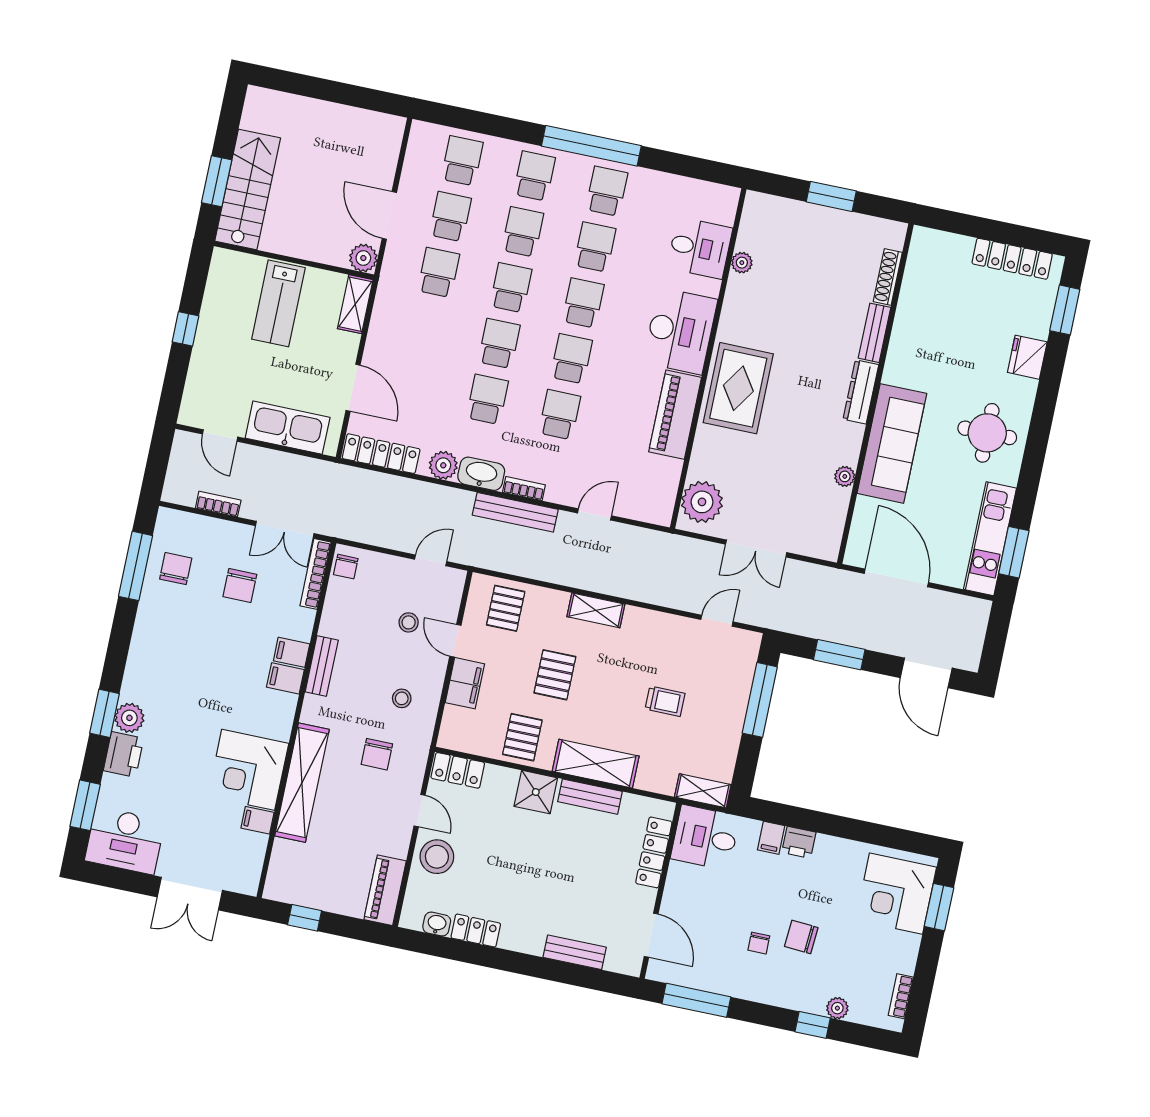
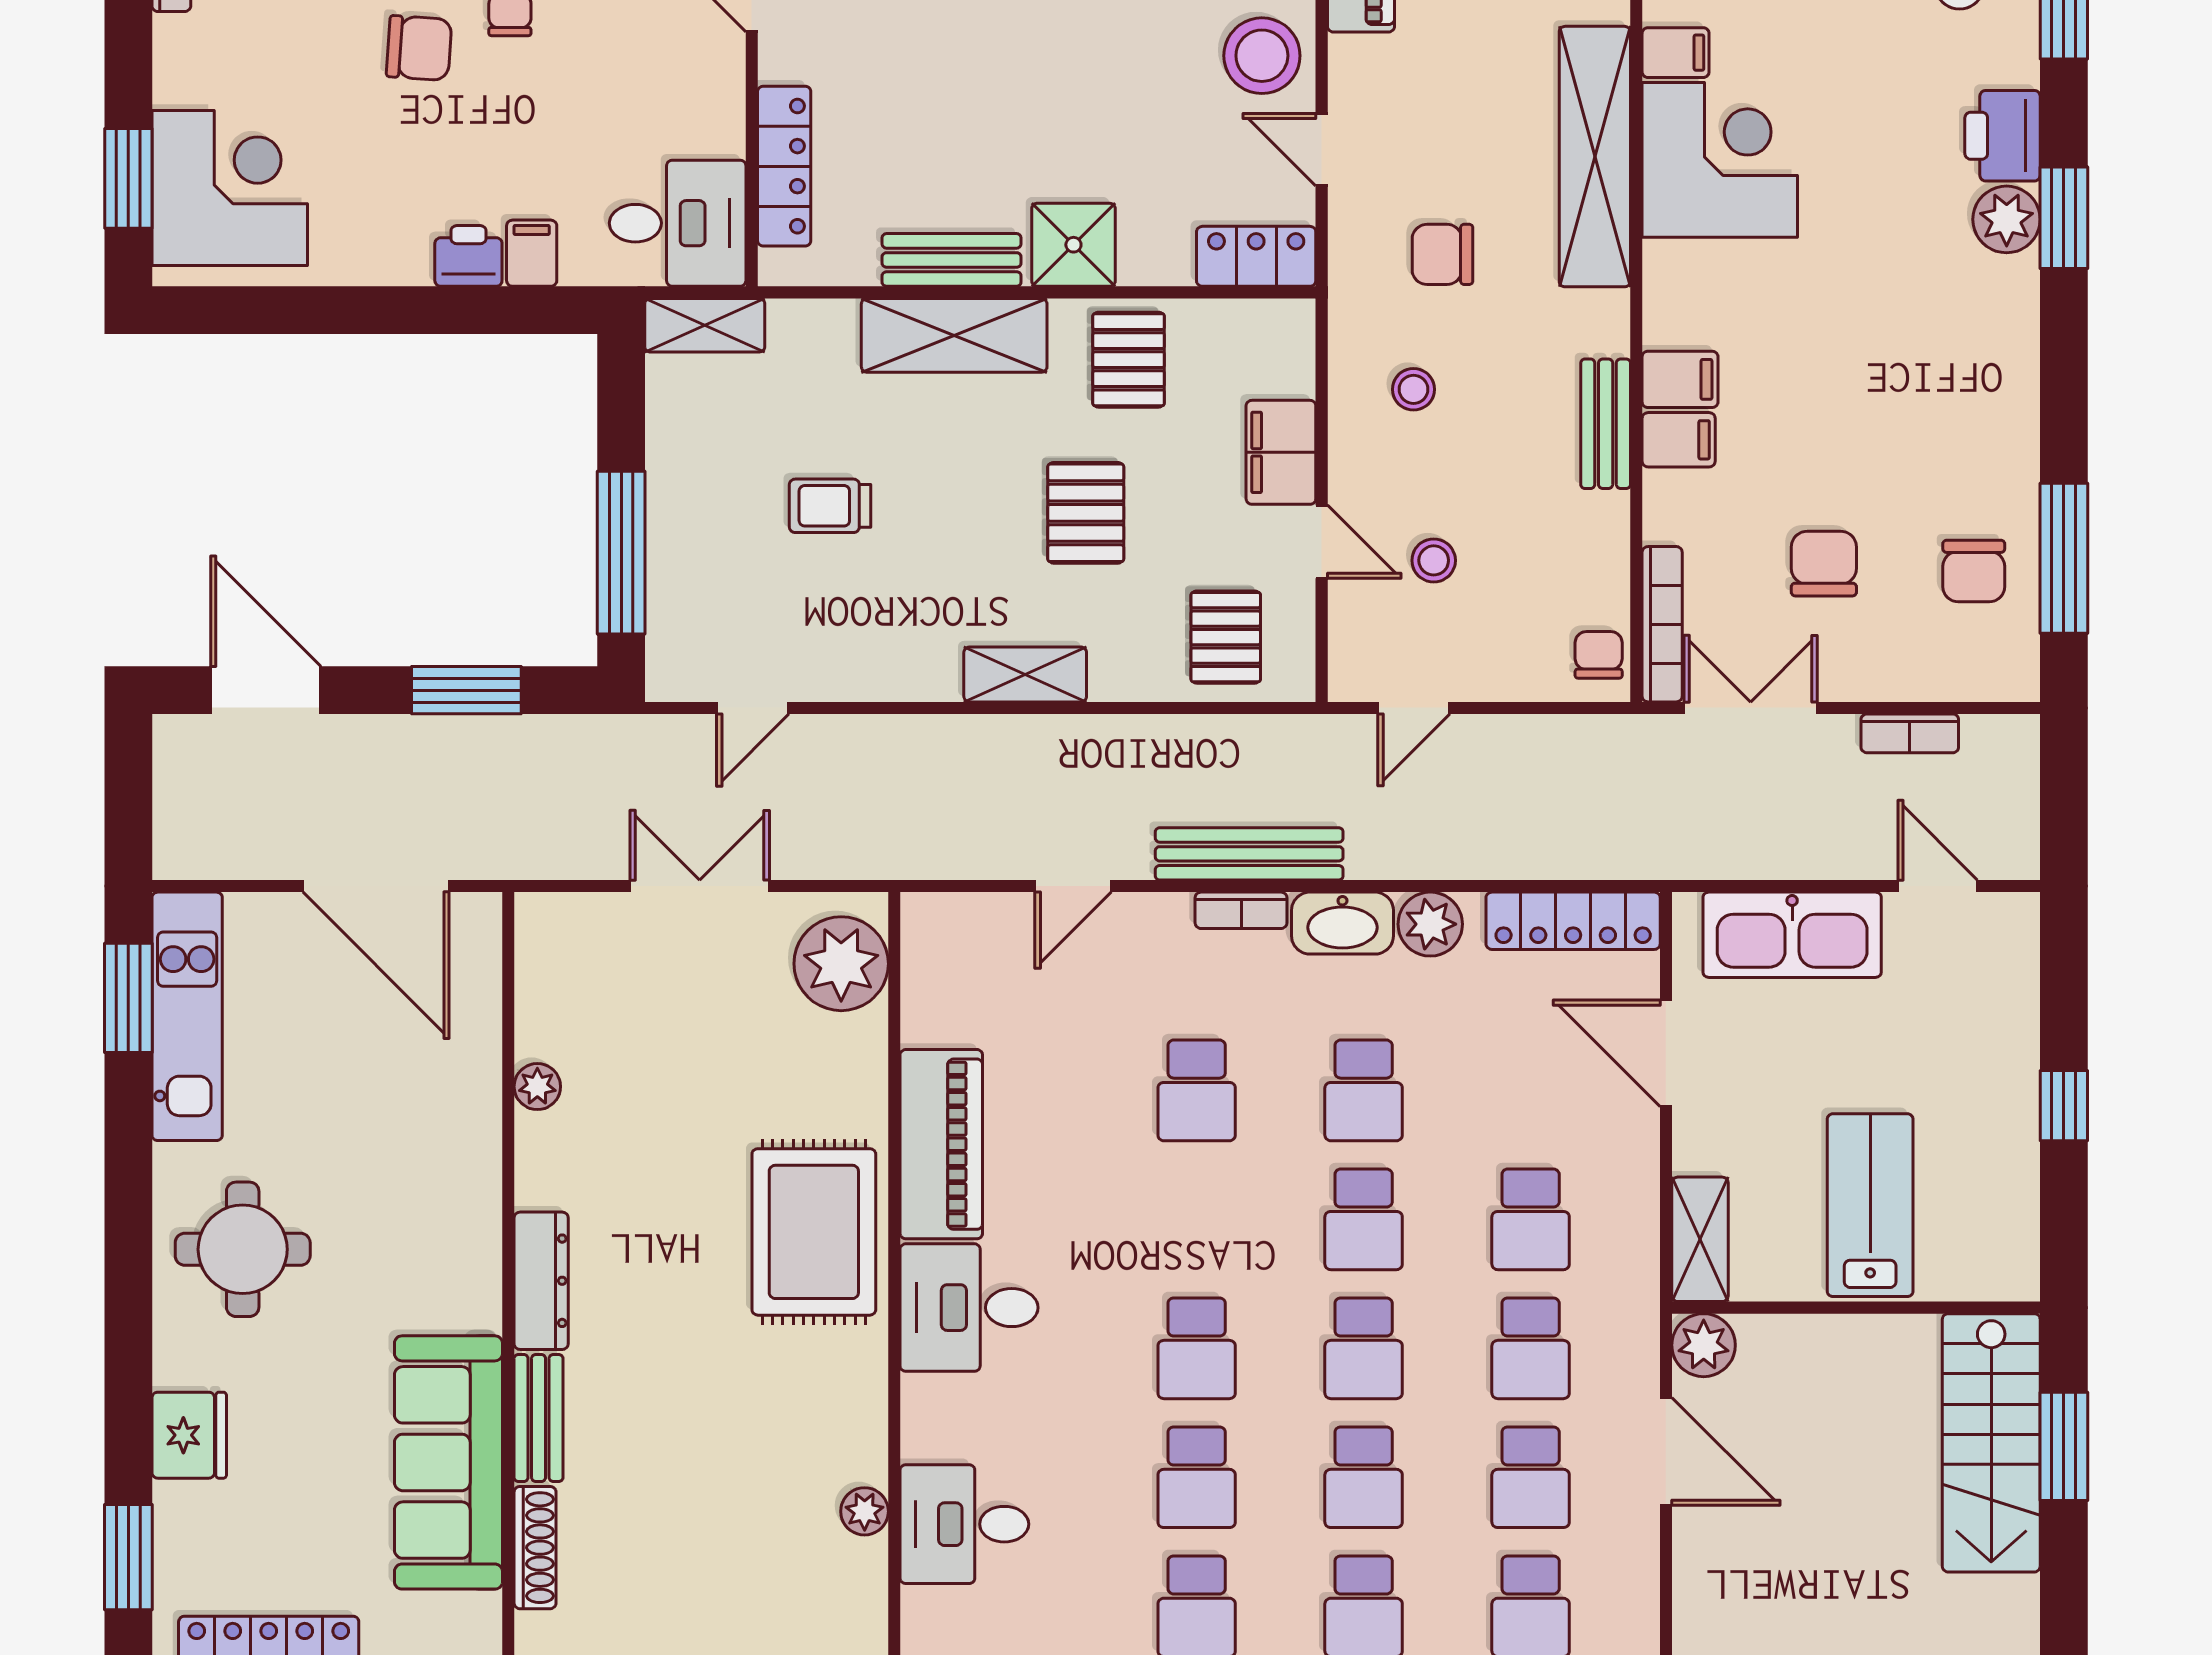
desk: (680, 331) -> (969, 1308), width x0.73
school desk: (571, 359) -> (1531, 1219), moved
sofa: (892, 443) -> (448, 1462), moved
chair: (377, 754) -> (1442, 254), turned -90

